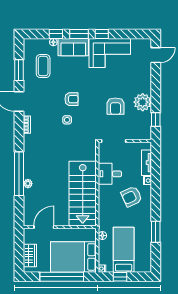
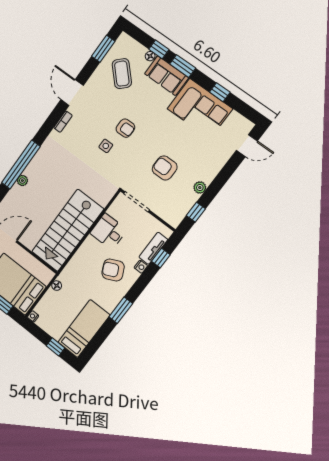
window: (102, 34) -> (220, 92), moved
coffee table: (43, 66) -> (122, 74), turned -44
window: (19, 70) -> (103, 49), moved
plant: (143, 102) -> (200, 188), width x0.53, depth x0.53
armchair: (115, 106) -> (165, 168), turned 90
window: (156, 165) -> (161, 258), added
window: (156, 232) -> (121, 310), moved
bed: (124, 250) -> (84, 329), moved
window: (120, 277) -> (56, 347), moved

